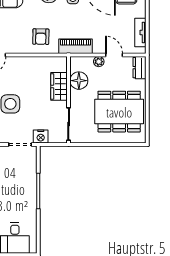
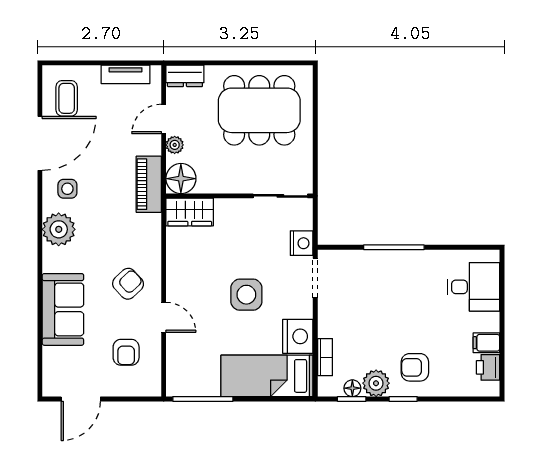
armchair: (41, 37) -> (128, 284), moved, turned -44
floor lamp: (79, 81) -> (181, 179), moved
wardrobe: (59, 86) -> (190, 212), moved
dining table: (119, 112) -> (259, 110), turned 90

